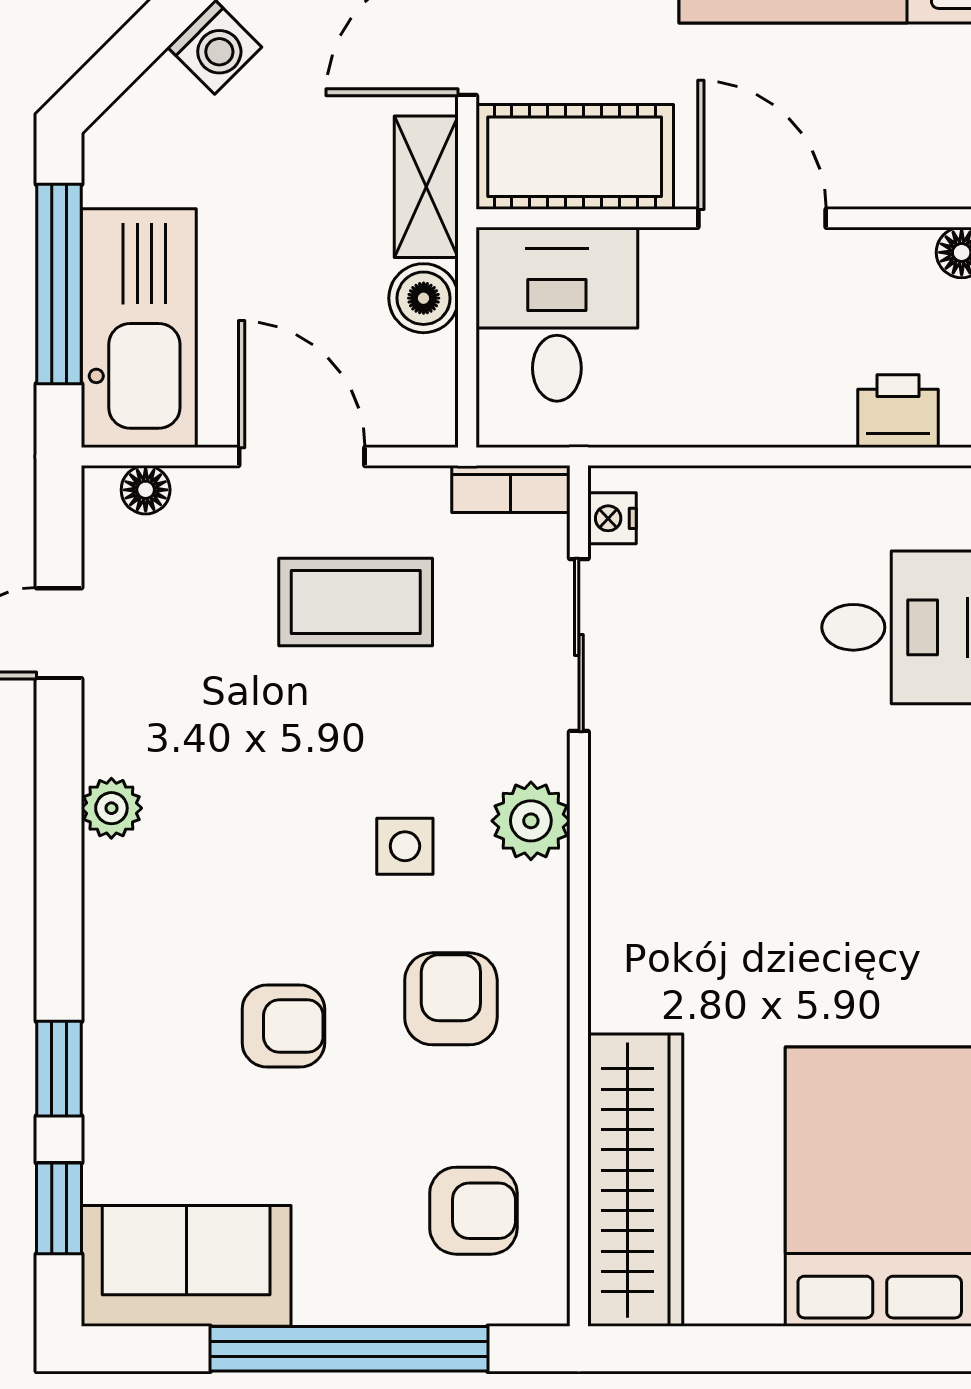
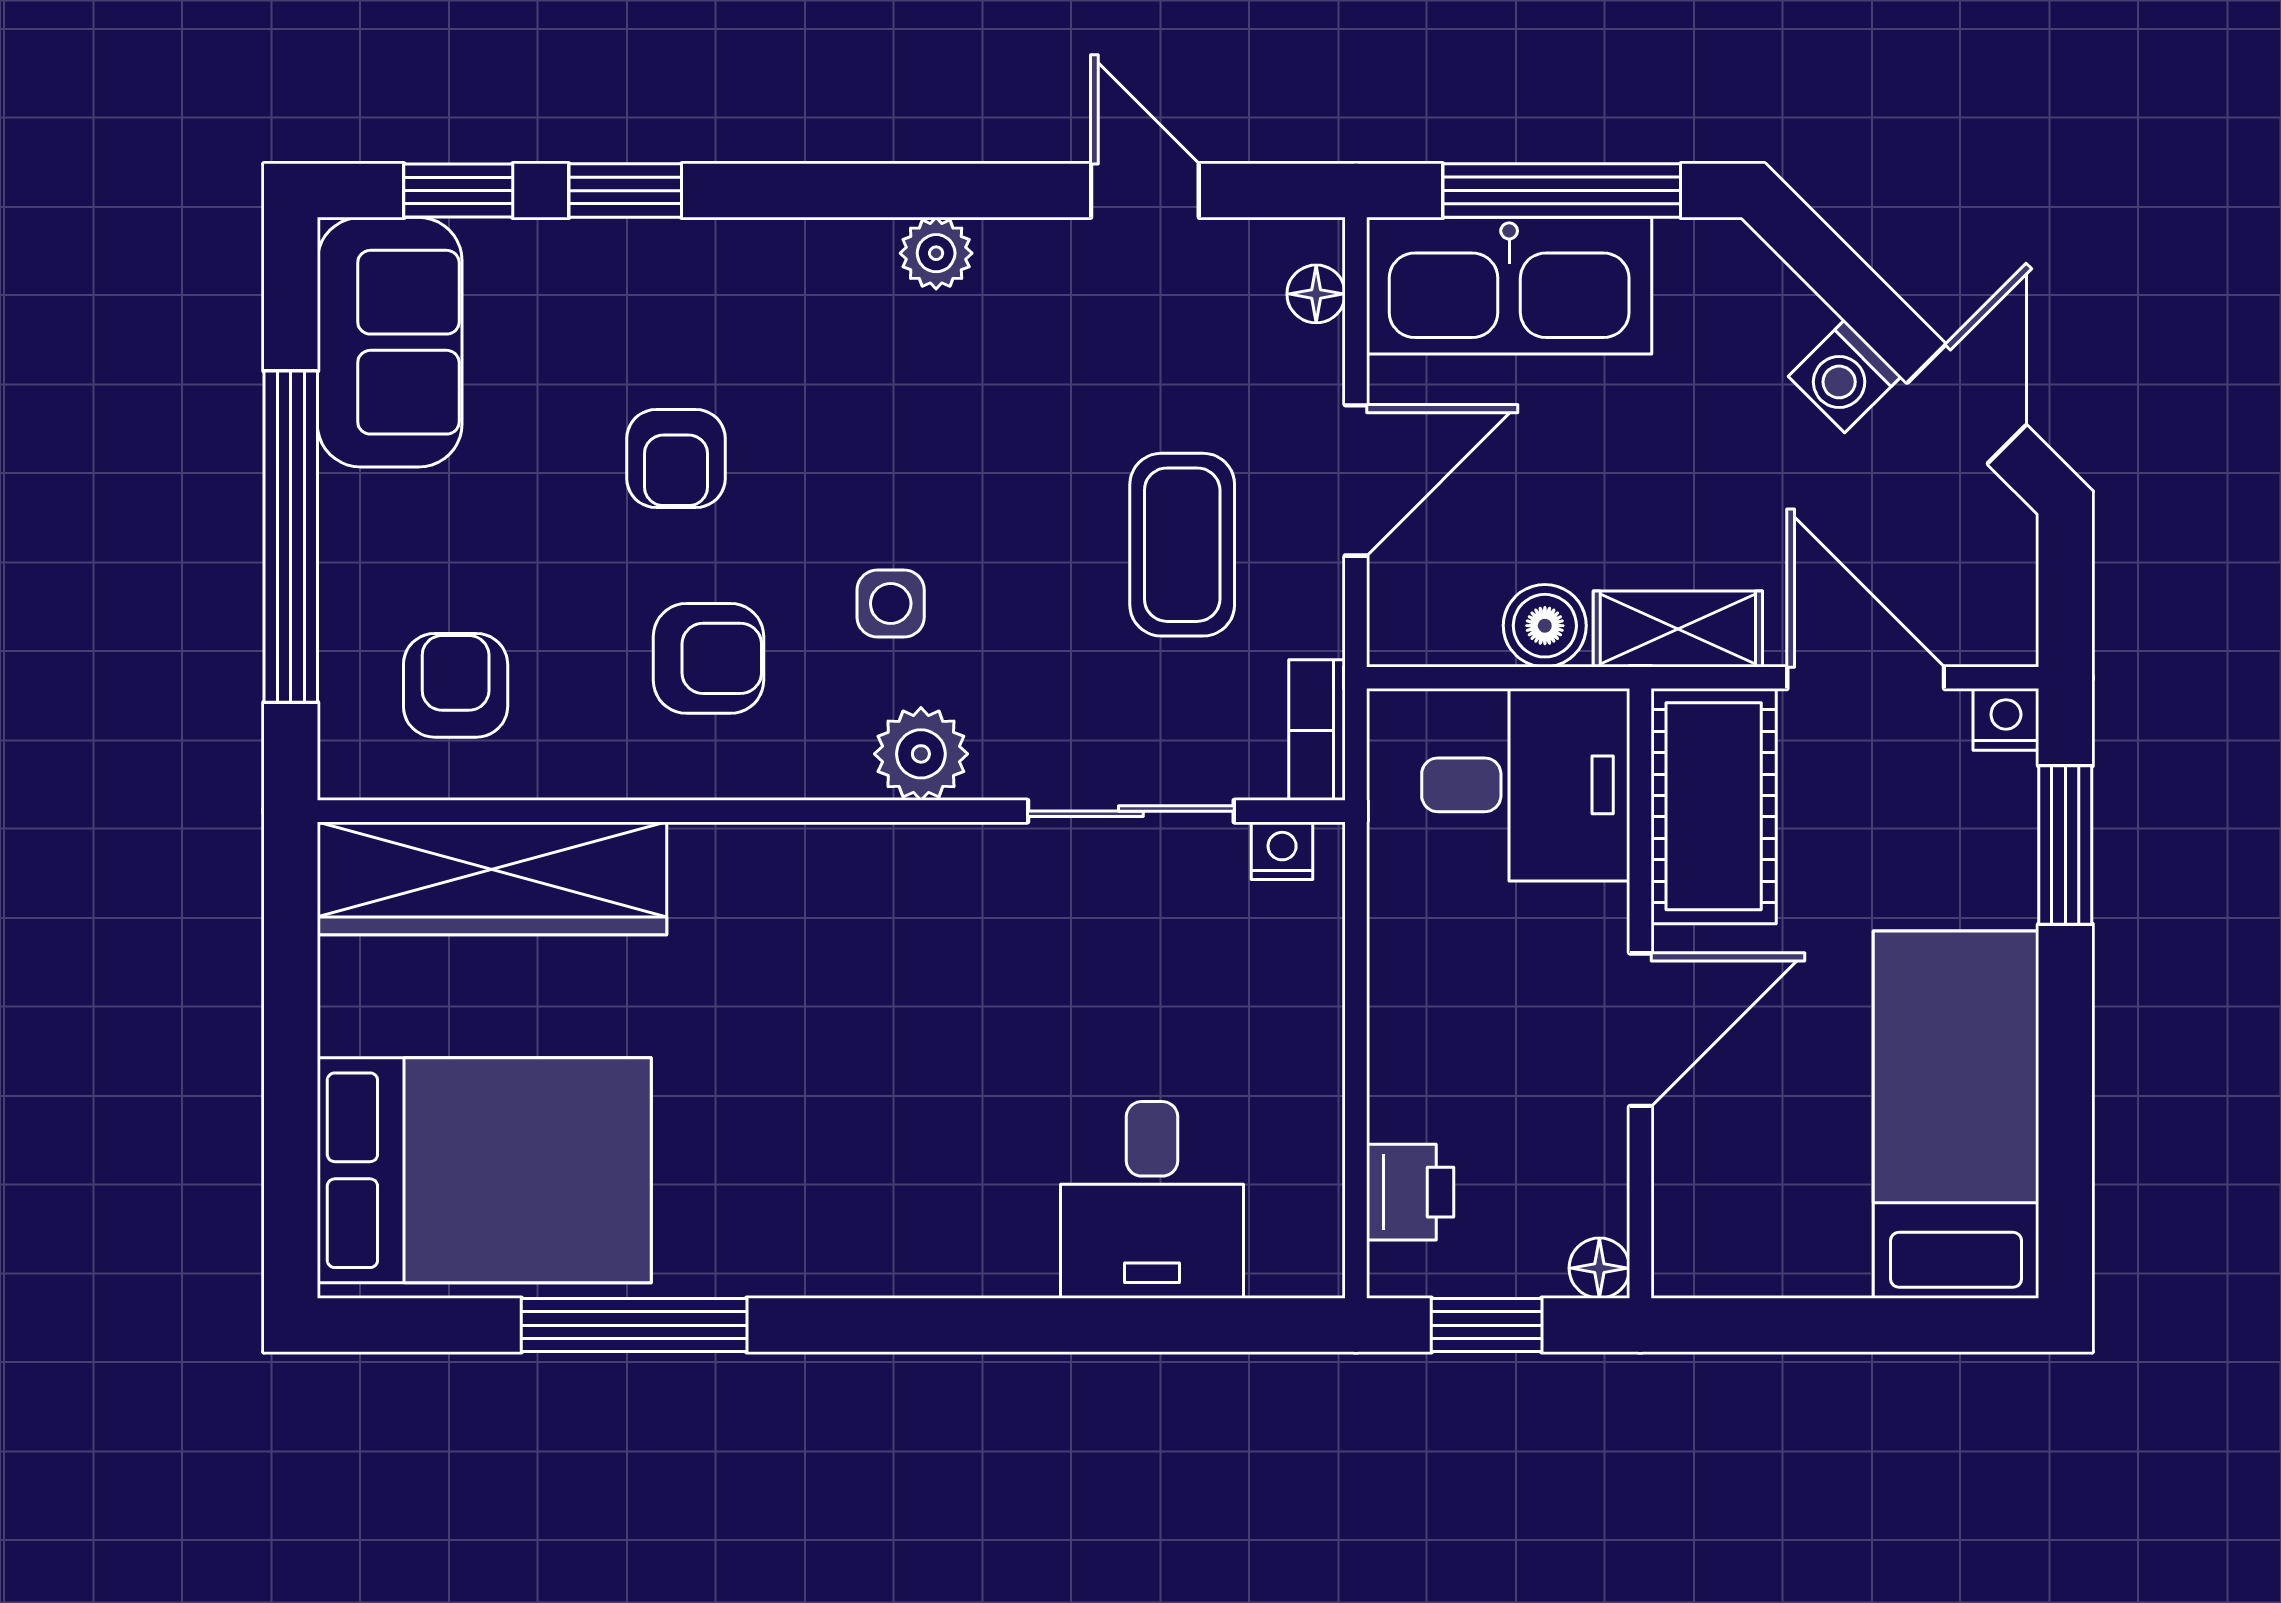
armchair: (473, 1211) -> (456, 685), turned 180

